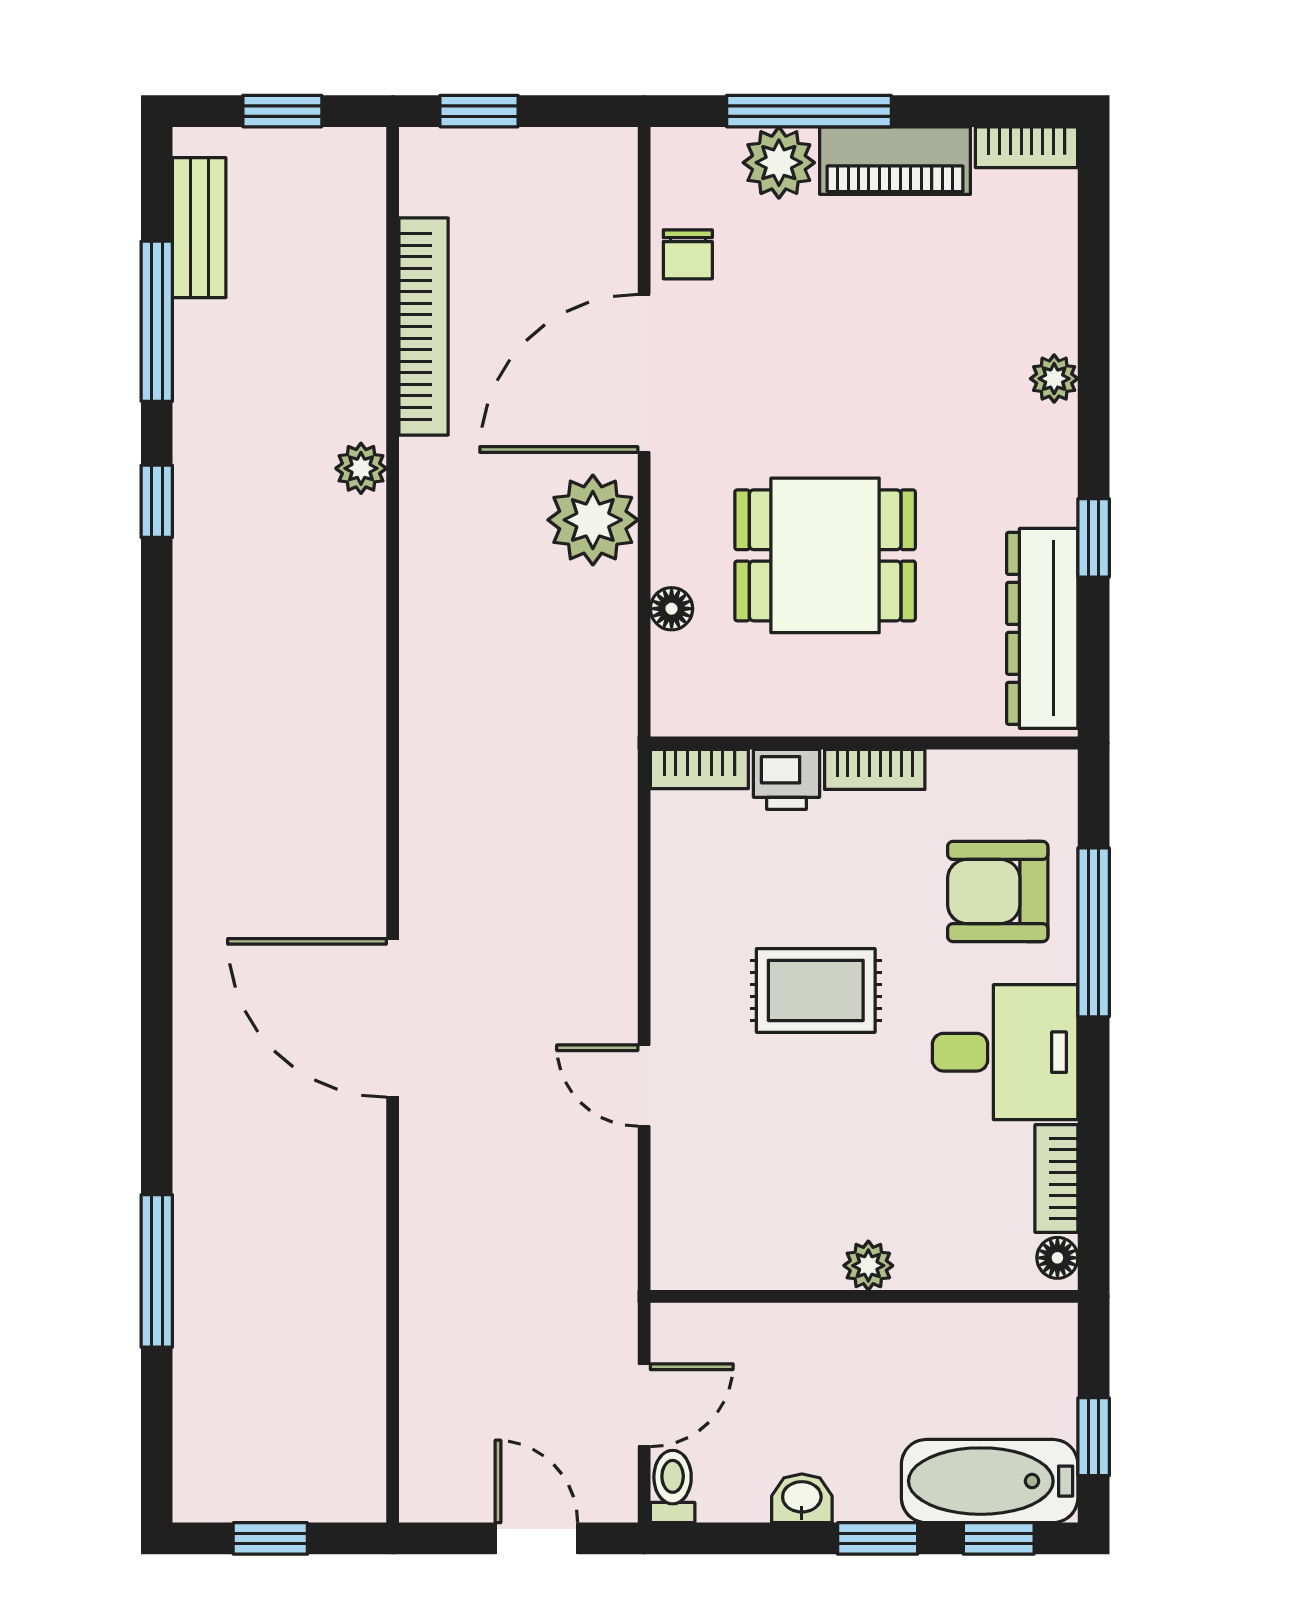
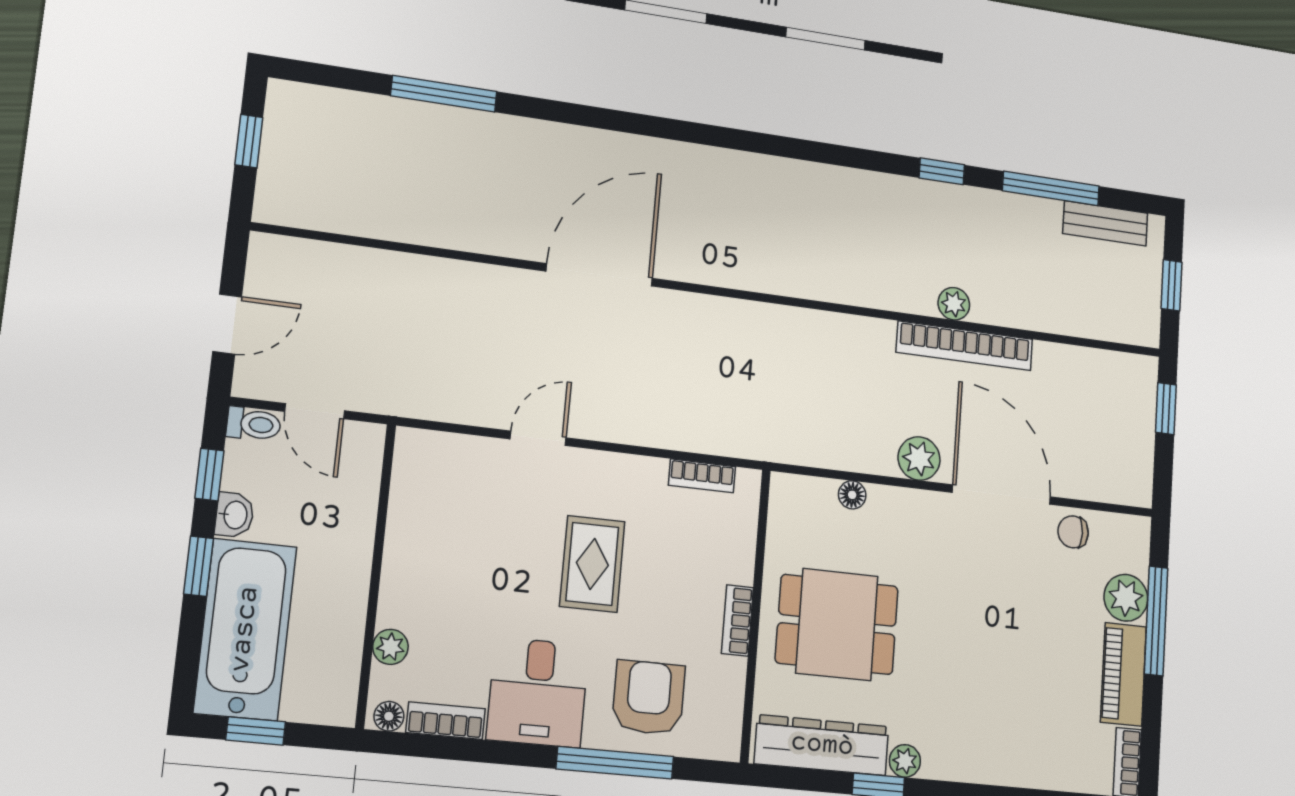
bookcase: (424, 326) -> (965, 346), moved
plant: (1054, 379) -> (905, 761), moved
plant: (593, 520) -> (919, 459), width x0.73, depth x0.73
dining table: (825, 555) -> (837, 624), moved, turned 90
bookcase: (699, 769) -> (702, 476), moved, turned -90
printer: (787, 779) -> (736, 559), removed
plant: (868, 1266) -> (390, 647), moved
bathtub: (990, 1481) -> (245, 629), width x1.36, depth x1.36
window: (999, 1538) -> (209, 475), moved

